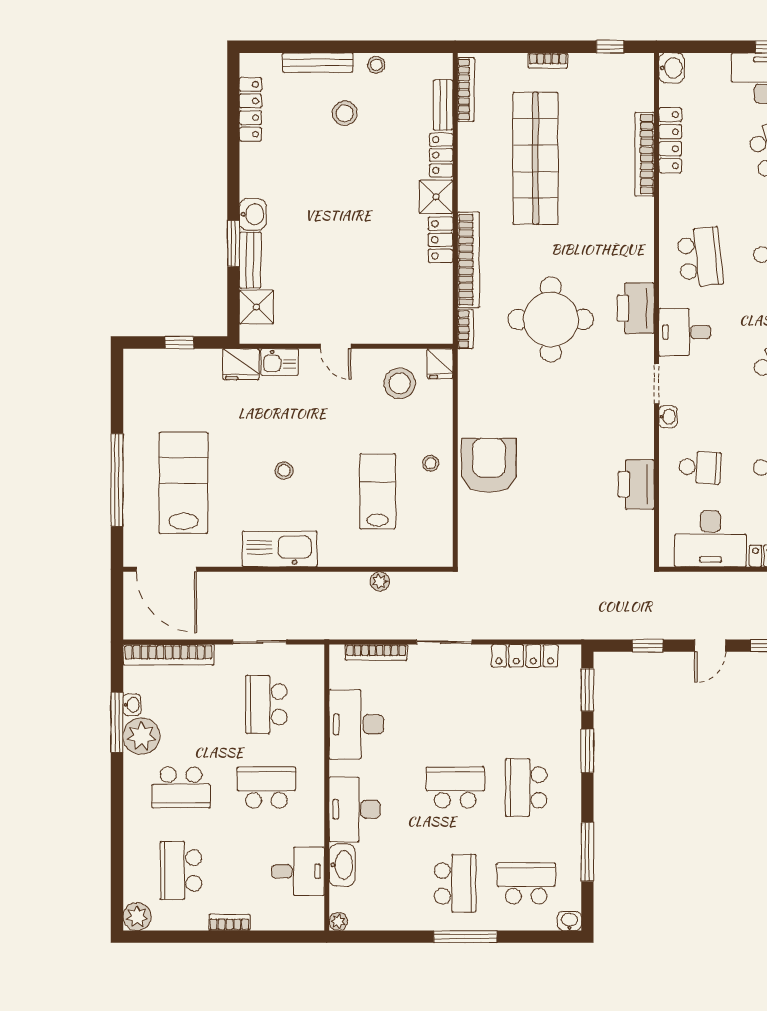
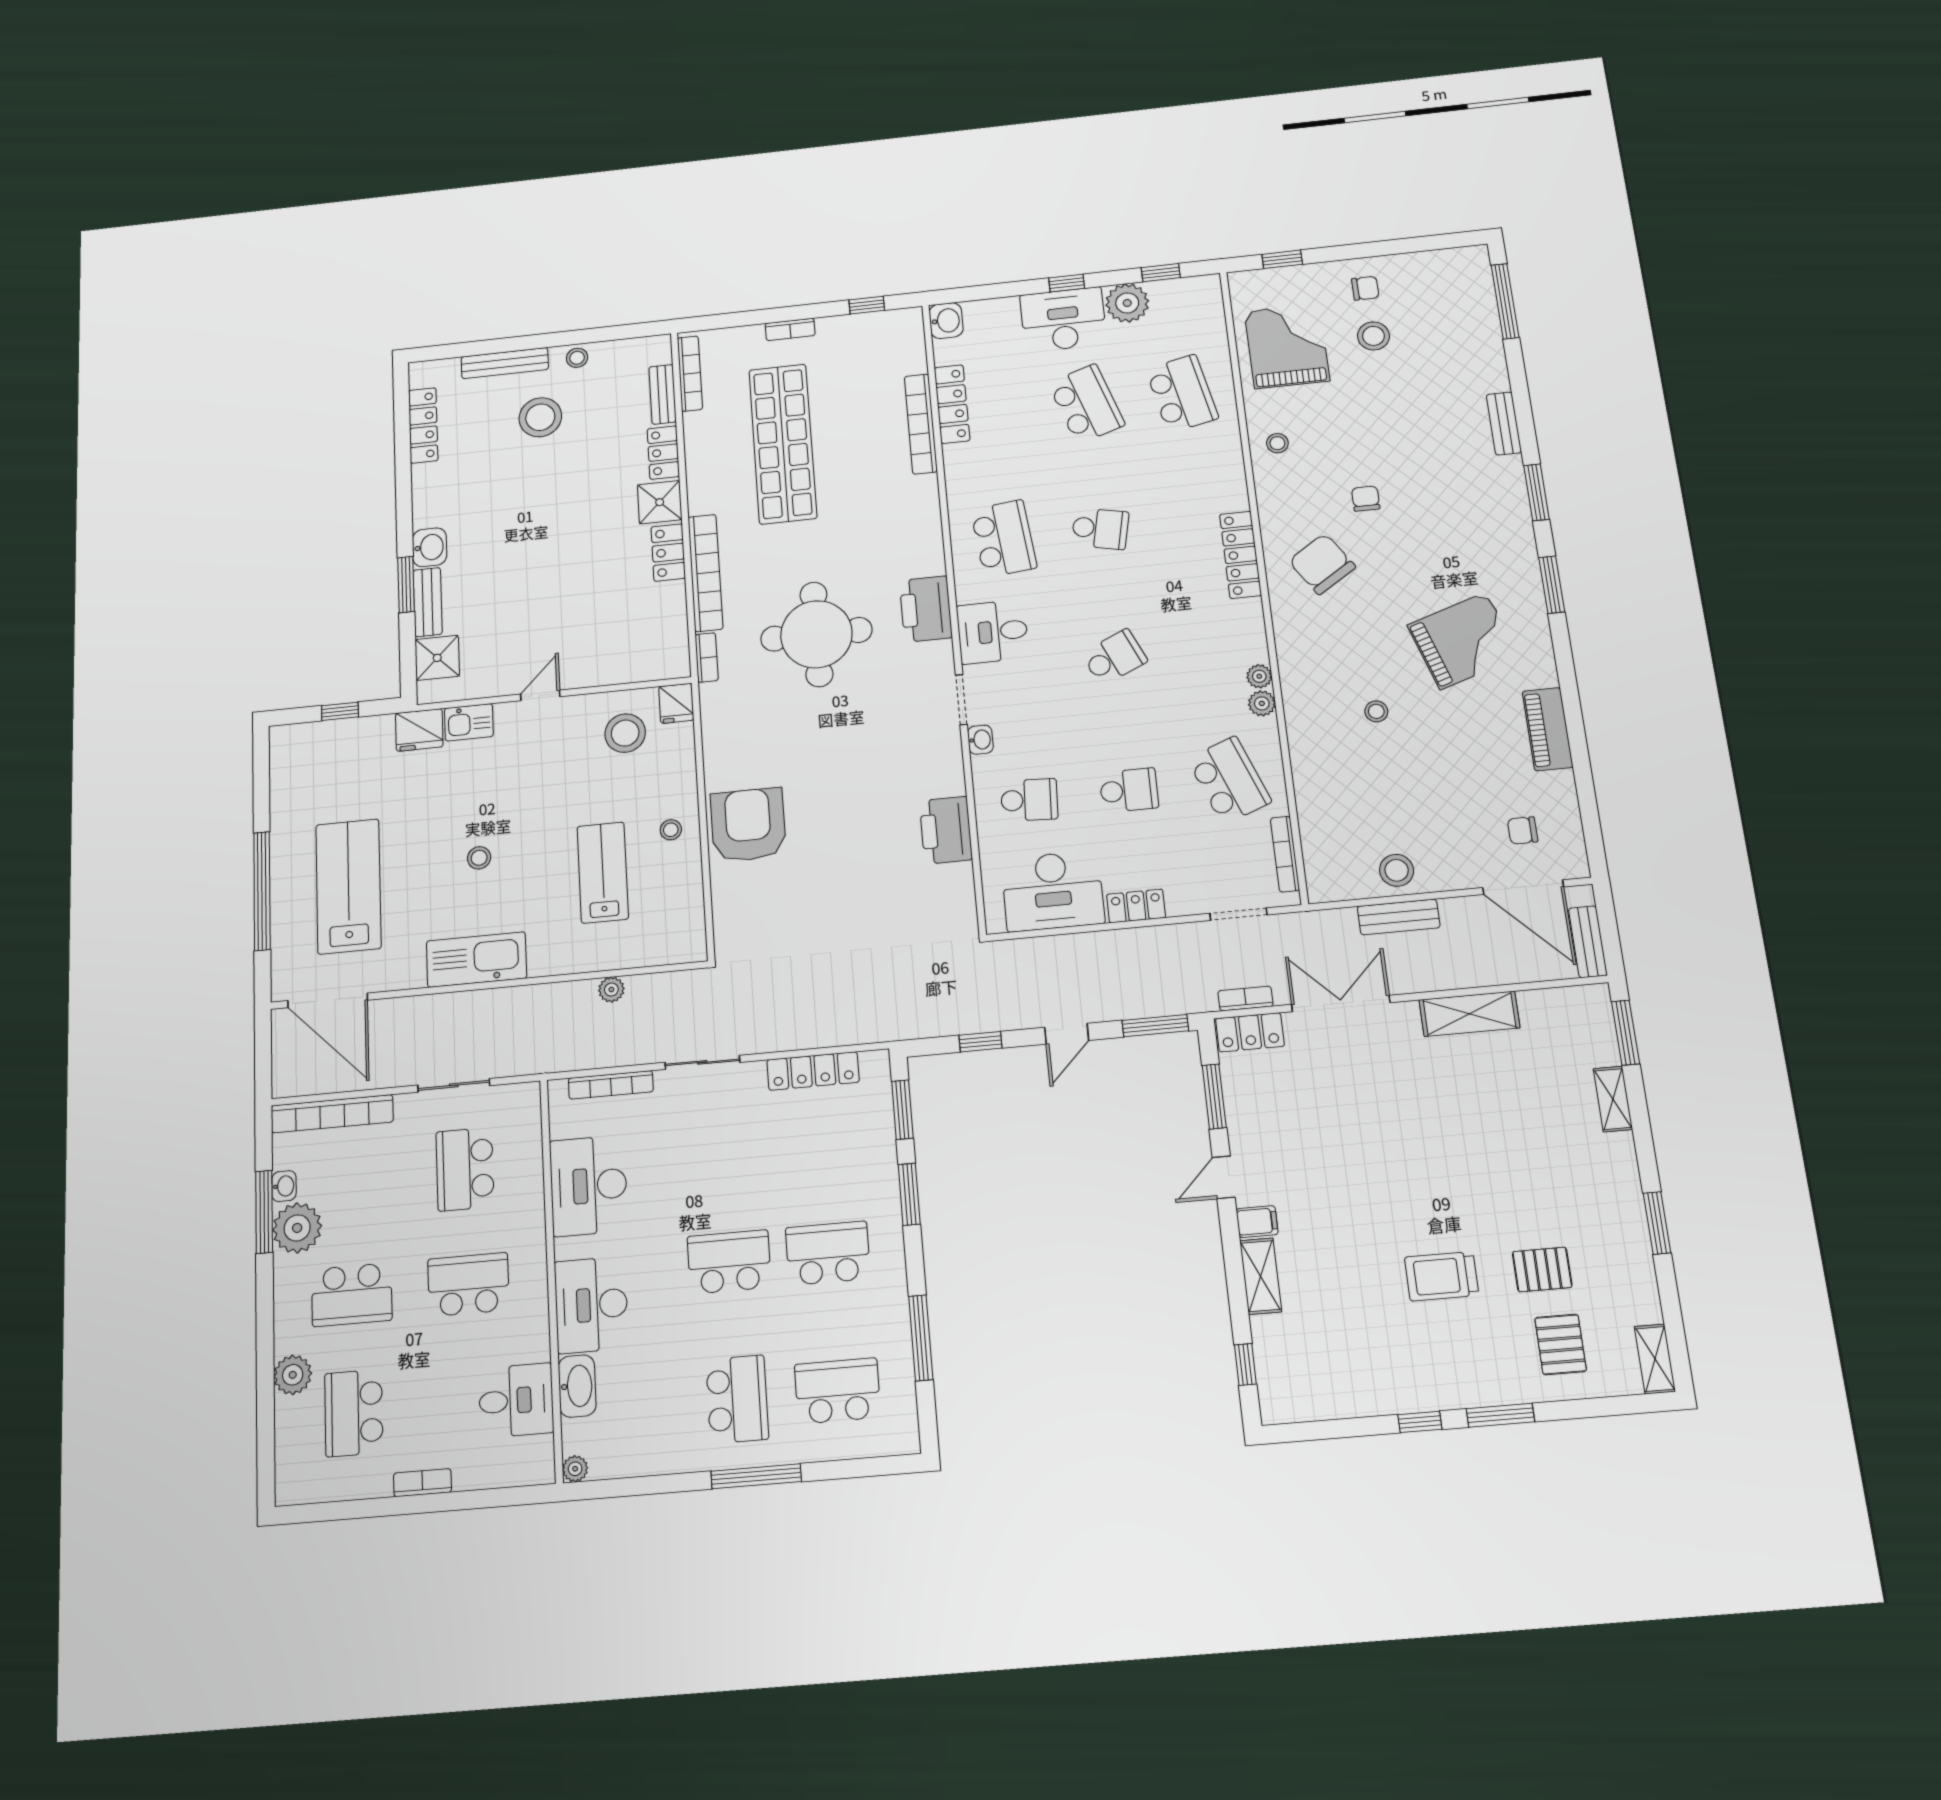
stool: (345, 113) -> (540, 417), width x1.38, depth x1.38
door: (336, 346) -> (540, 695), swing flipped
school desk: (526, 787) -> (828, 1253), turned 90
plant: (137, 917) -> (293, 1375), moved
washbasin: (569, 921) -> (903, 1441), removed

